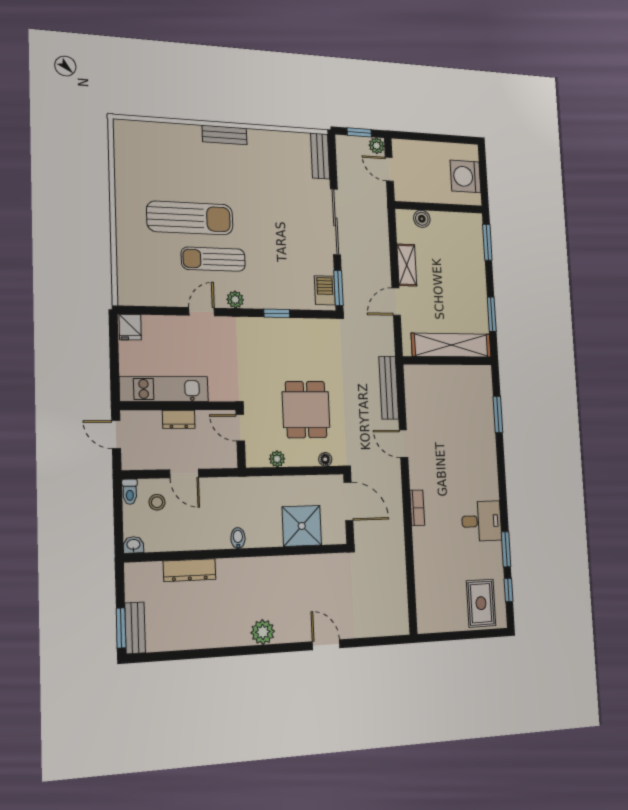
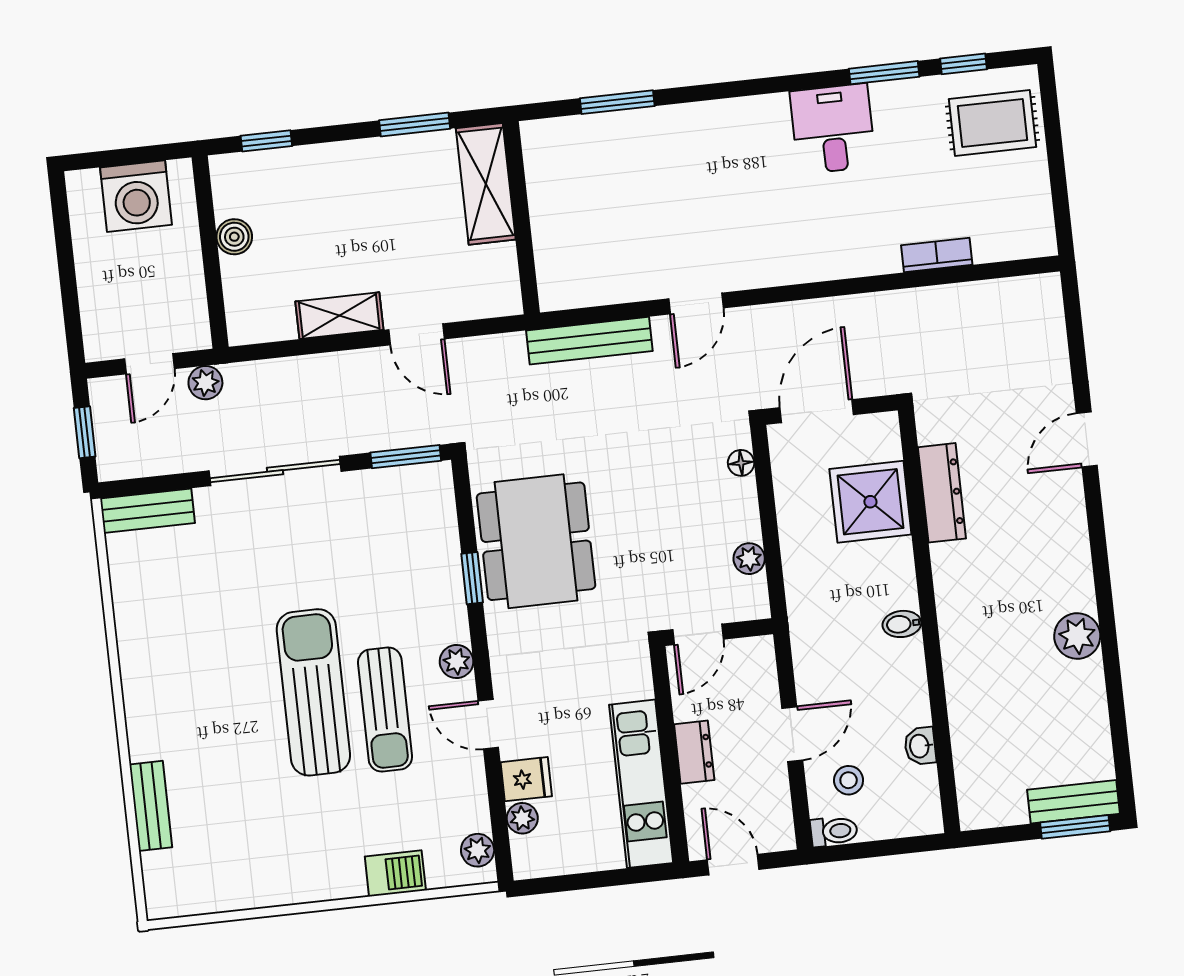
bench: (225, 135) -> (151, 806), moved
plant: (377, 146) -> (205, 383), moved
sun lounger: (190, 218) -> (313, 692), moved
boiler: (422, 219) -> (234, 237), moved
window: (487, 242) -> (266, 141), width x0.67
barbecue: (325, 290) -> (395, 873), moved, turned 180
plant: (136, 297) -> (478, 850), added
plant: (151, 323) -> (522, 818), added
fridge: (130, 327) -> (526, 779), moved
shelving: (451, 345) -> (486, 184), width x0.68
dining table: (306, 410) -> (536, 541), moved, width x1.38
door: (116, 434) -> (733, 865), swing flipped
bookcase: (417, 508) -> (937, 255), moved
washbasin: (133, 545) -> (920, 746), moved
dresser: (190, 570) -> (942, 493), moved
plant: (263, 632) -> (1077, 636), moved

